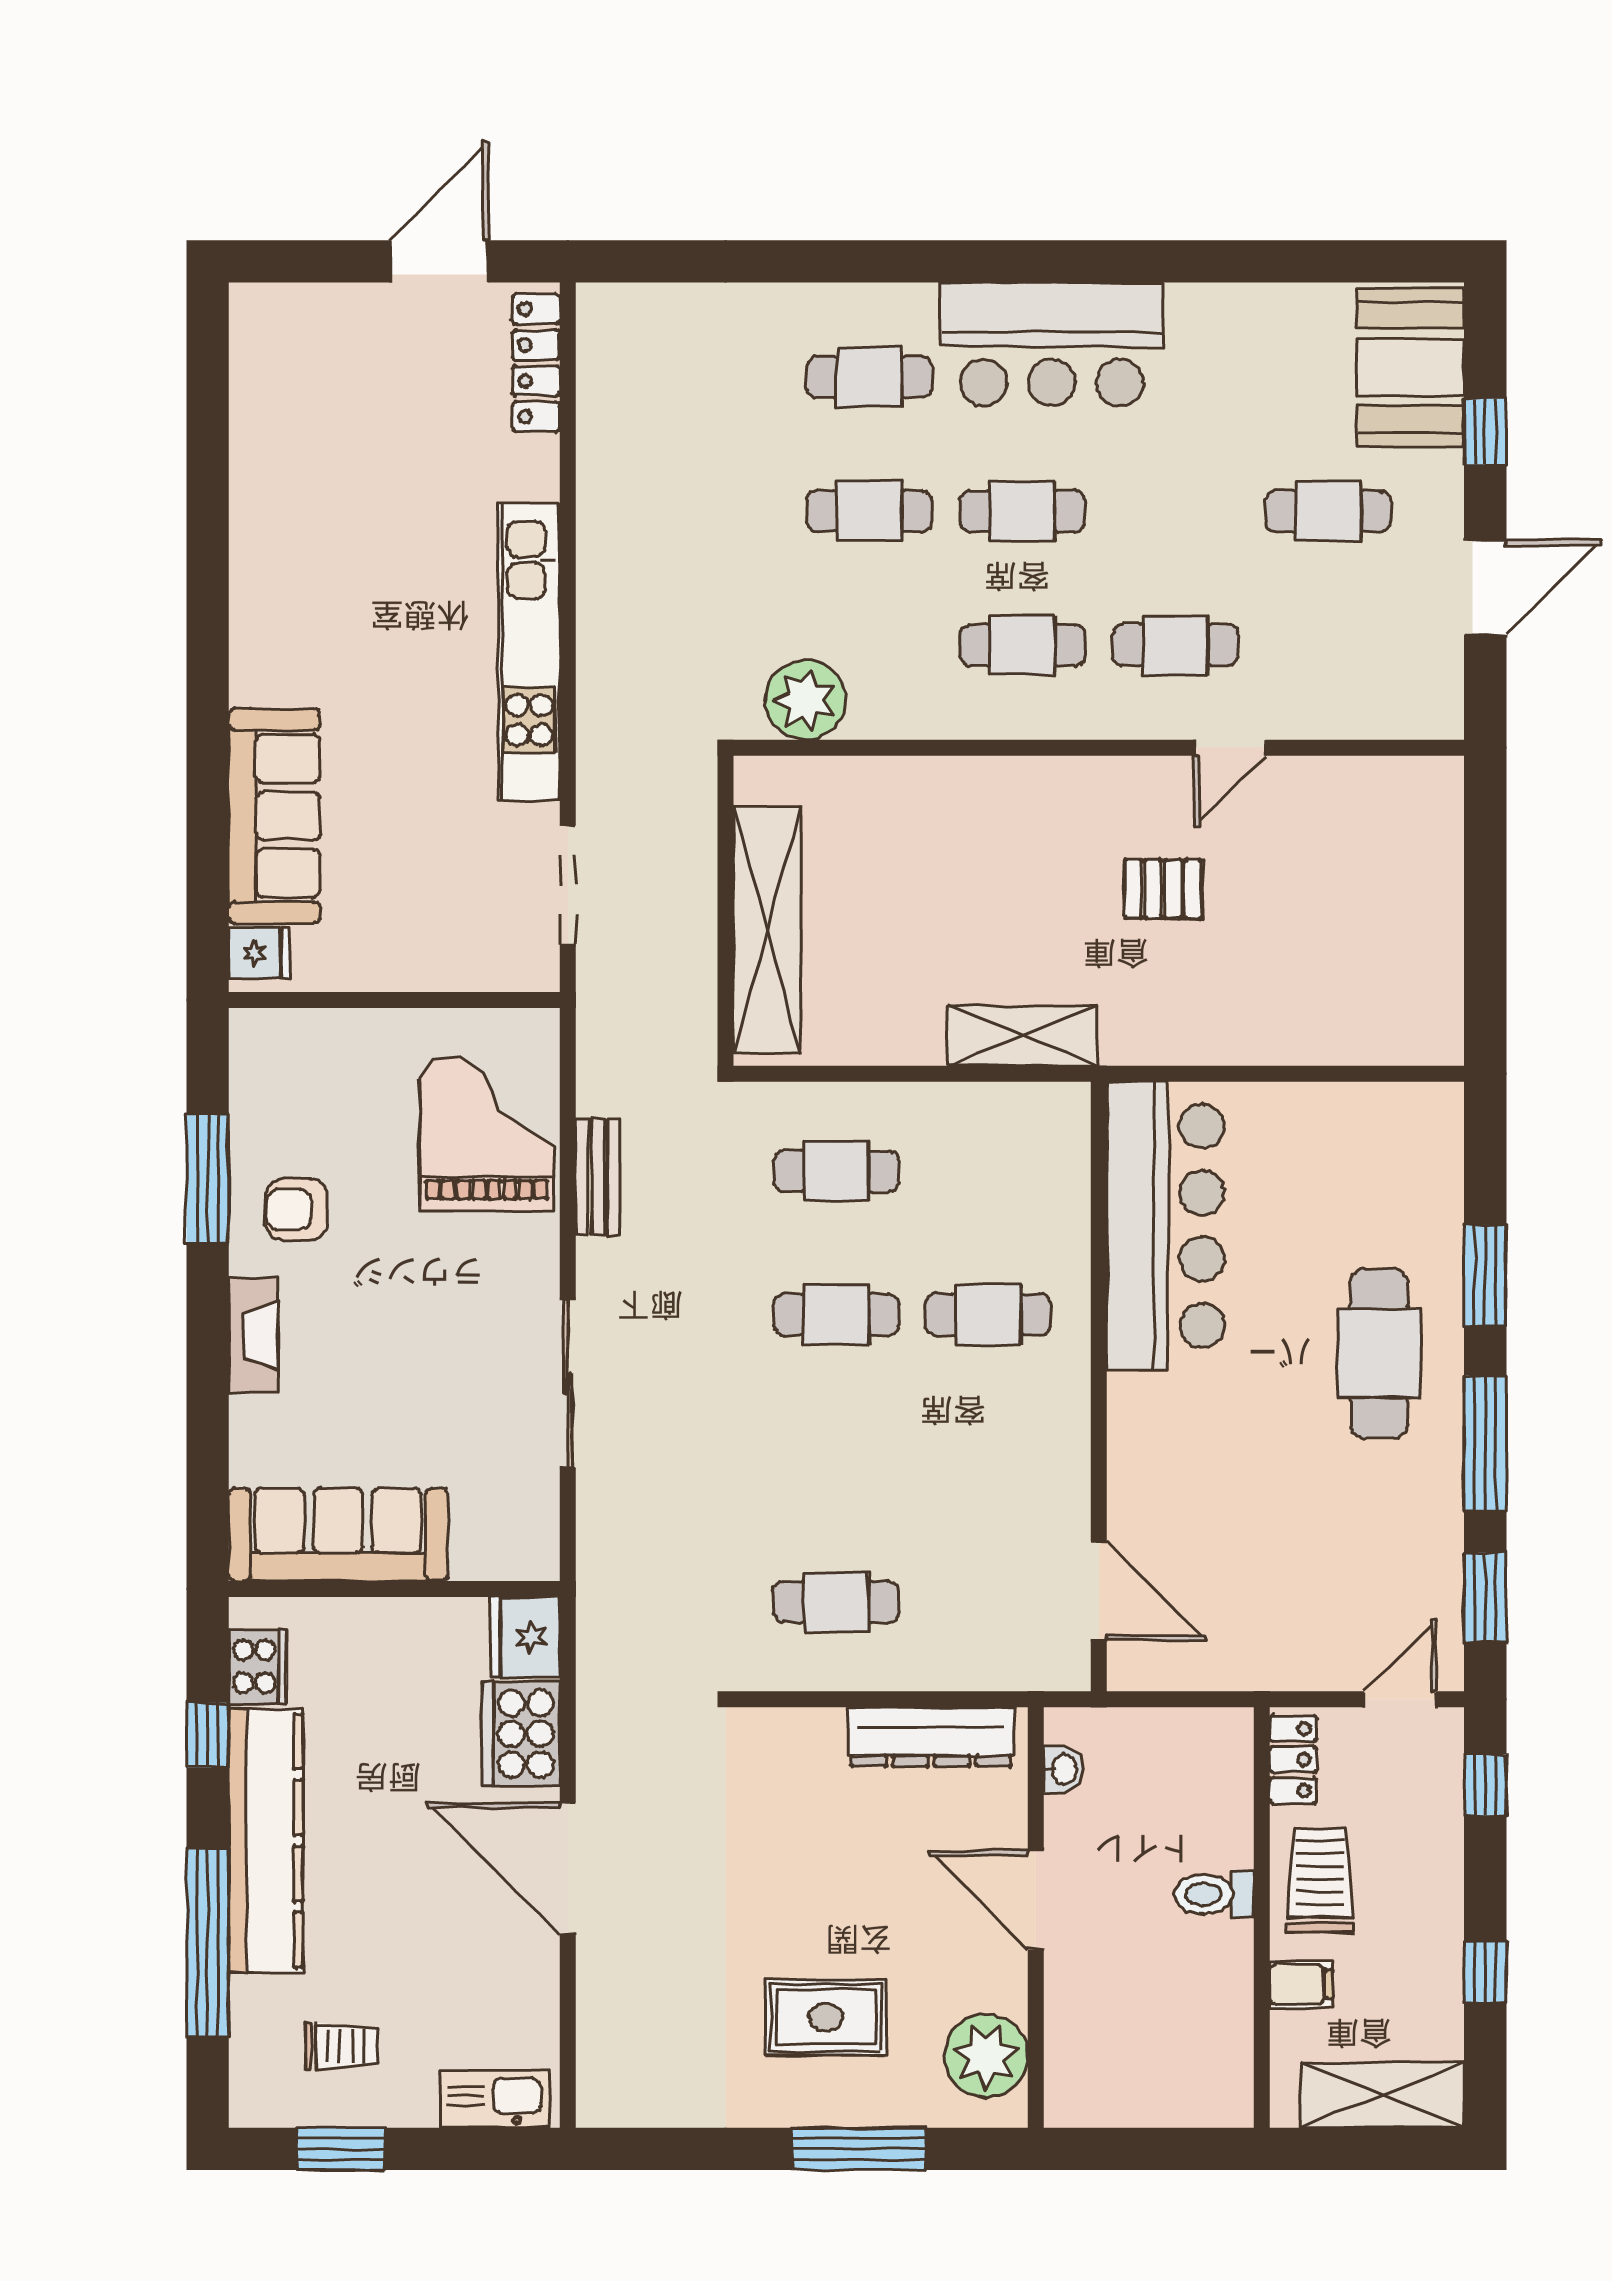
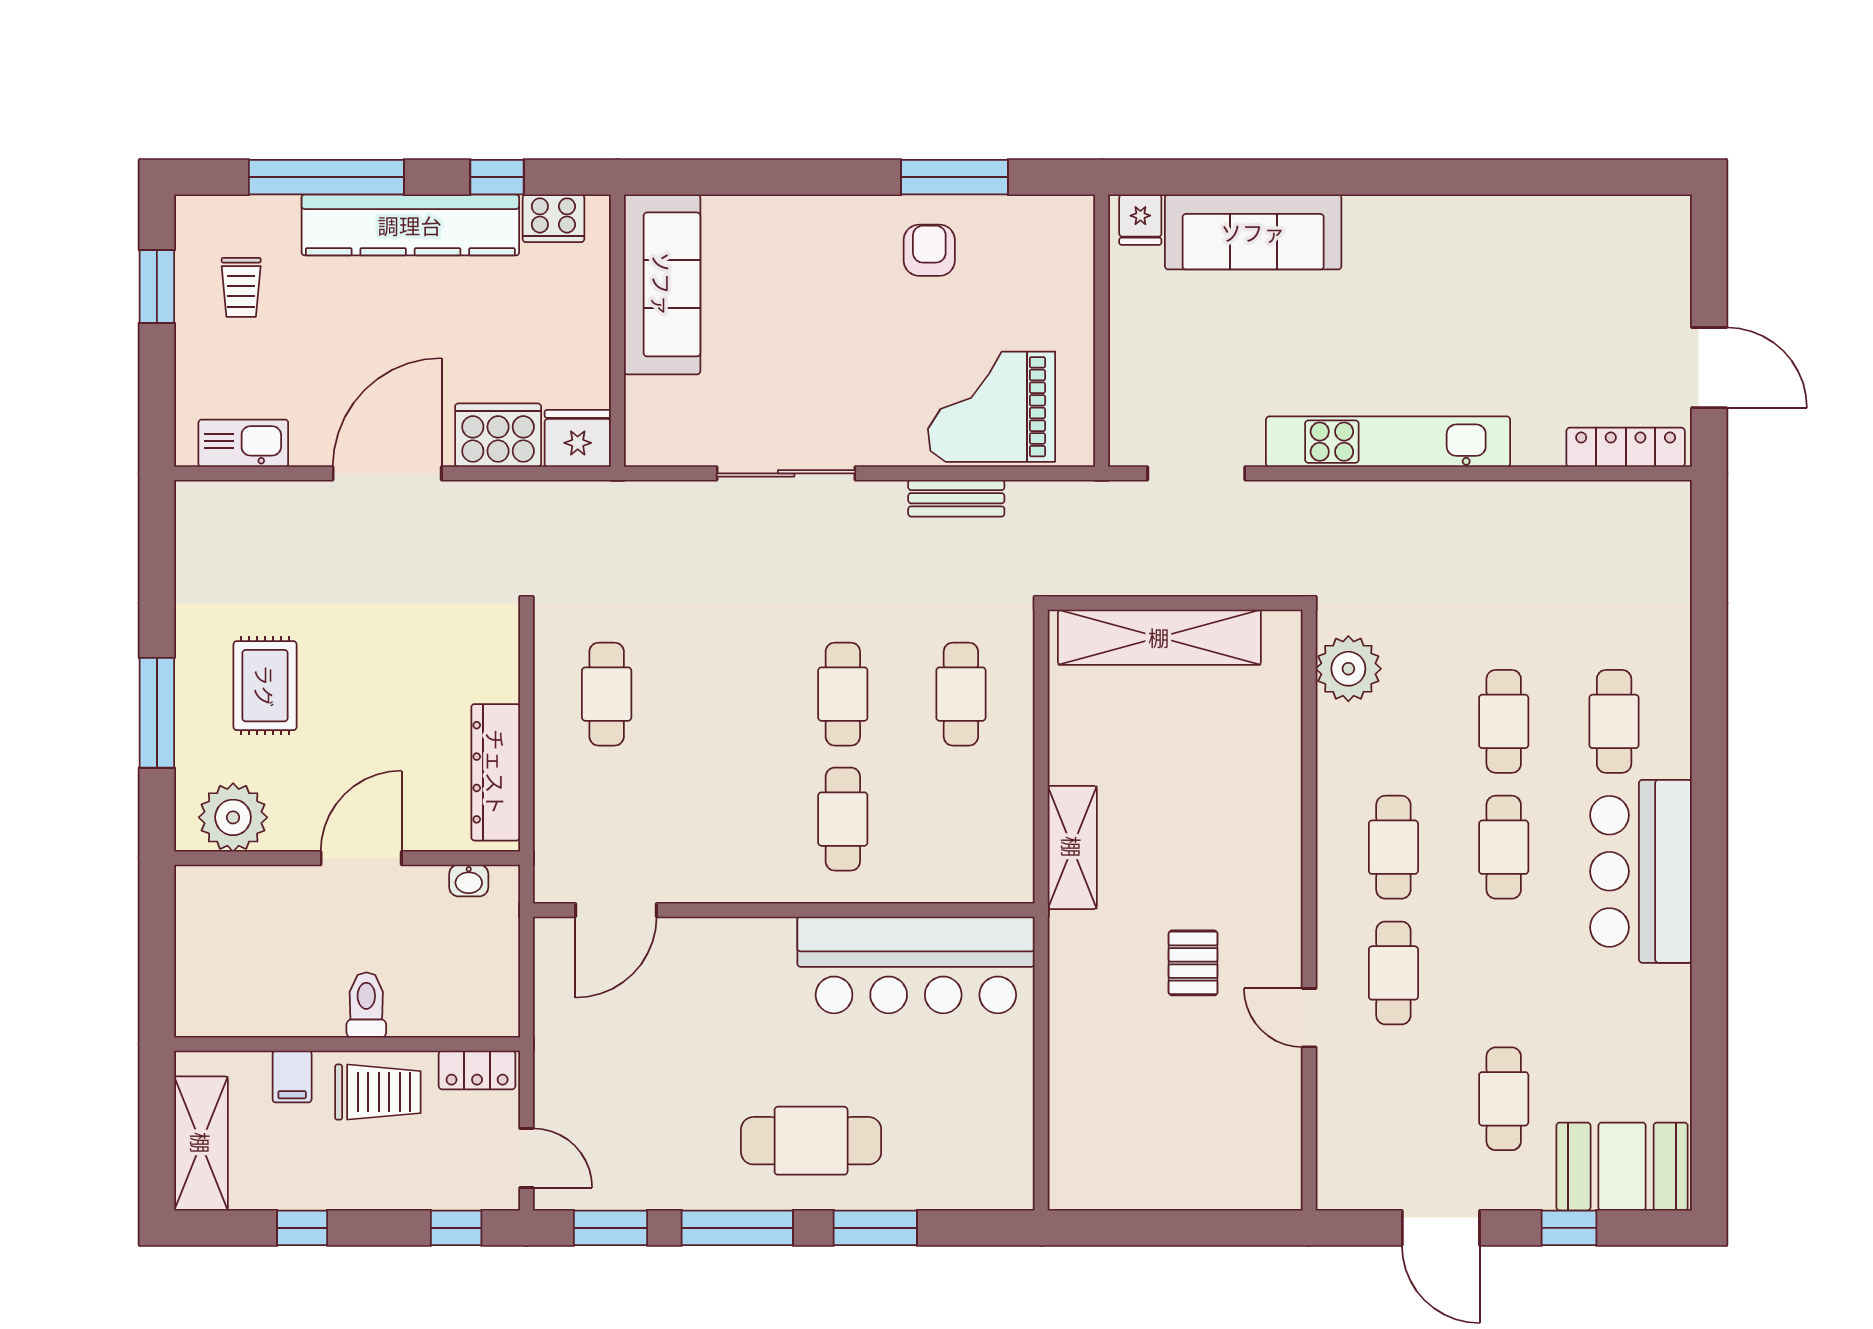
grand piano: (487, 1134) -> (992, 407), turned 180
fireplace: (253, 1335) -> (826, 215), removed
kitchen sink: (495, 2099) -> (243, 443), moved, turned -90

